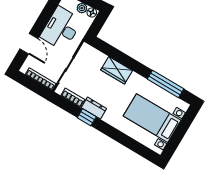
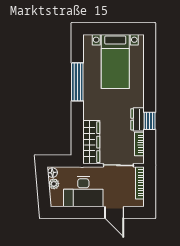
door: (29, 44) -> (114, 213), swing flipped
wardrobe: (117, 70) -> (91, 142), moved, width x1.50
window: (166, 84) -> (77, 82), moved

